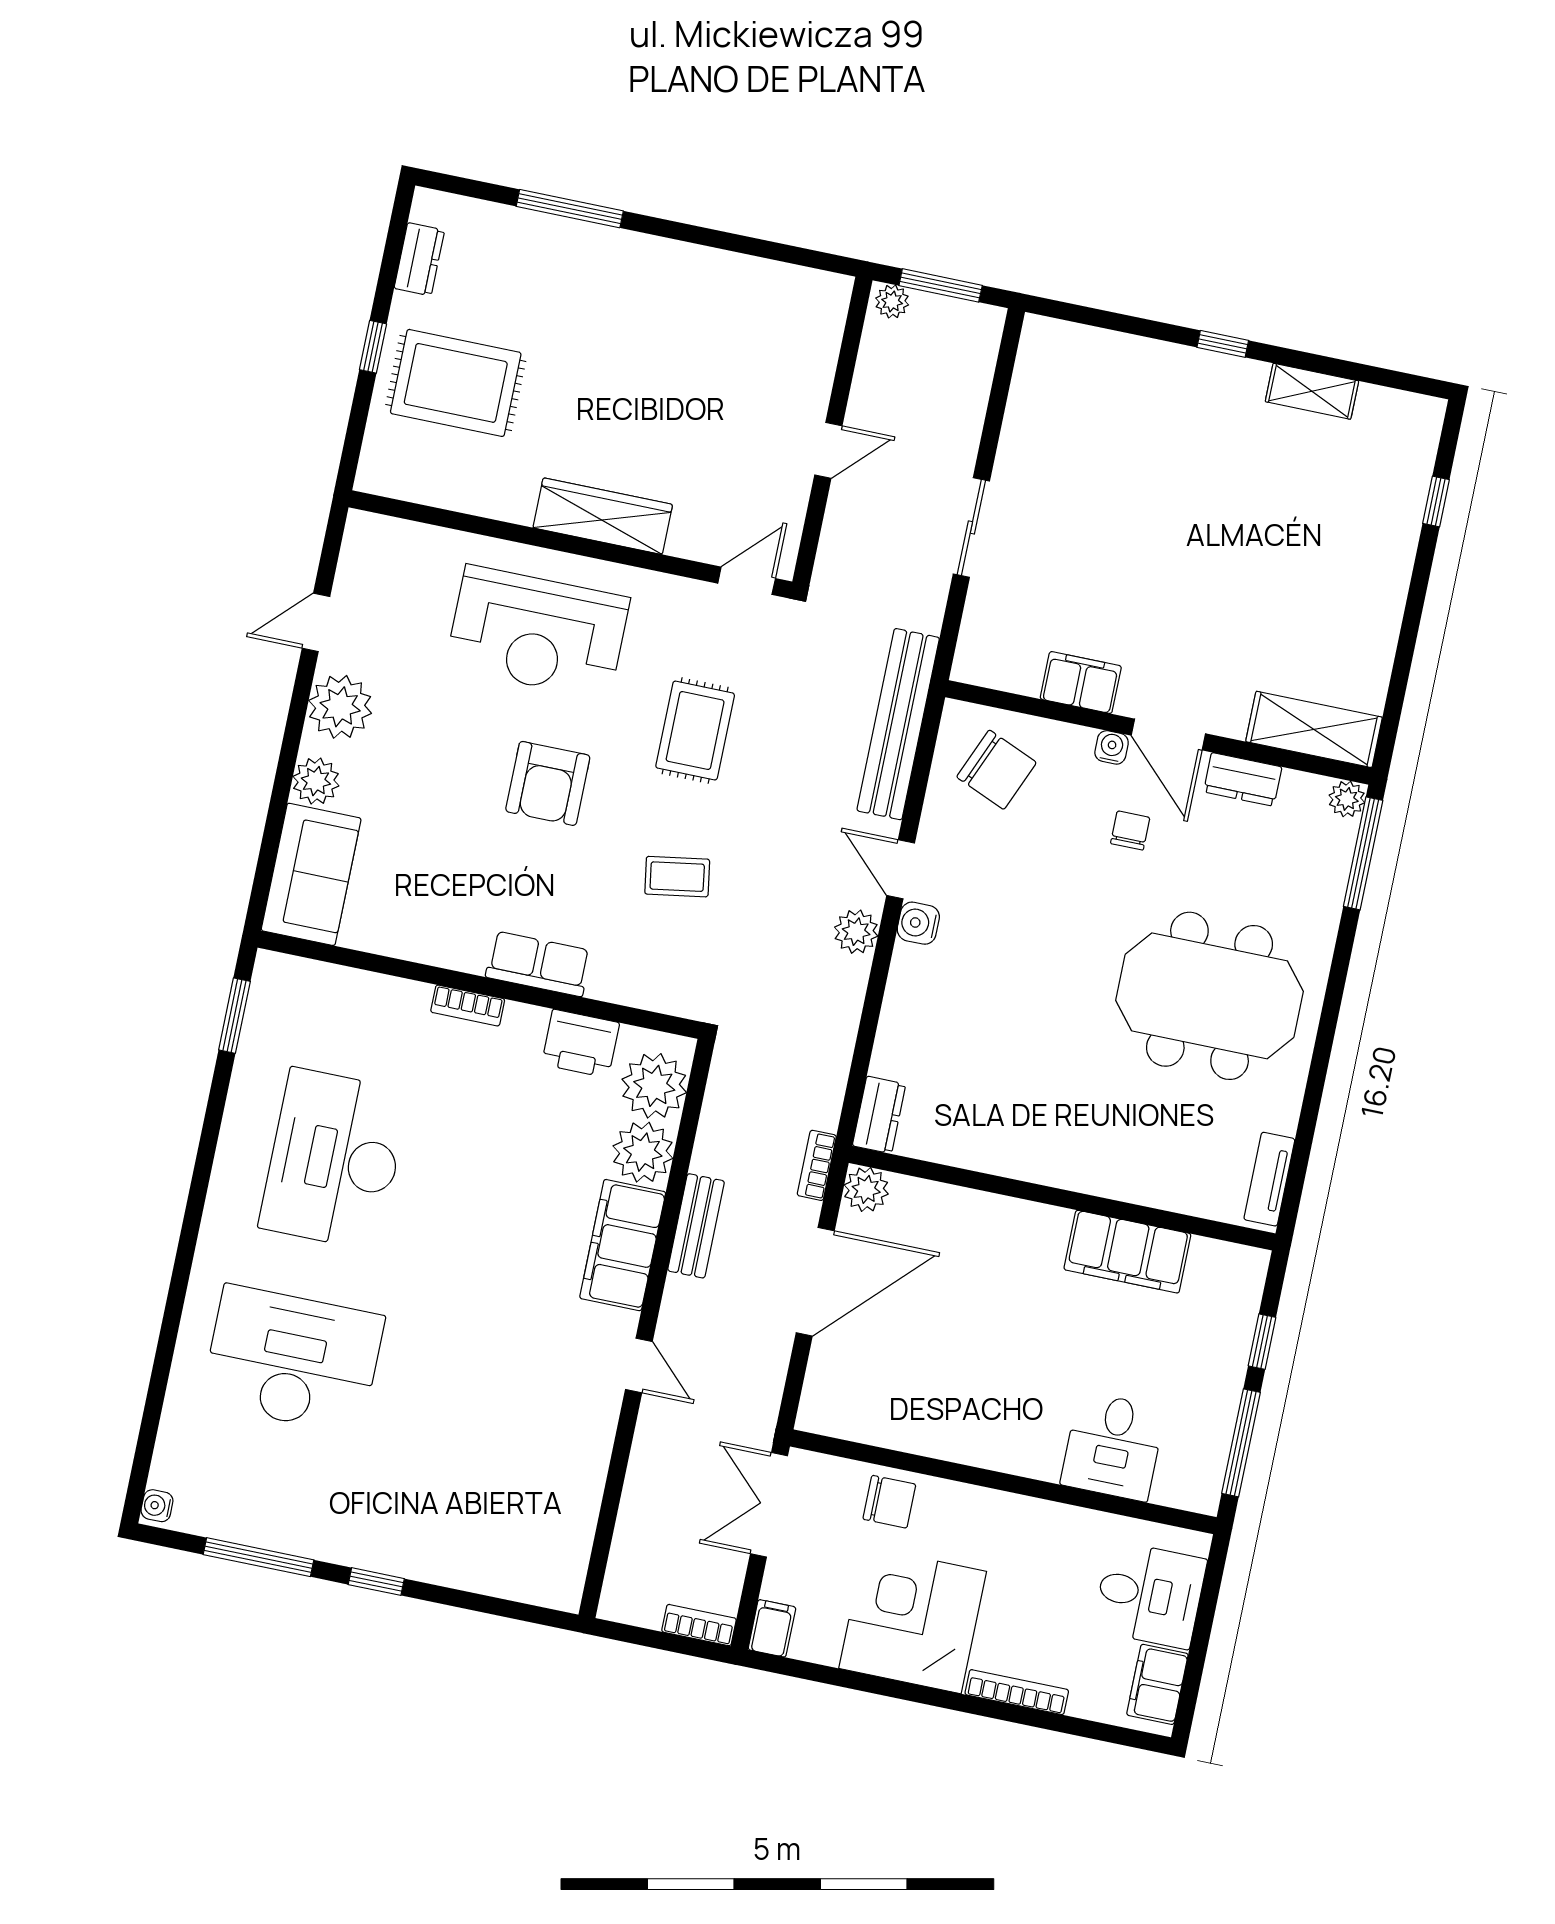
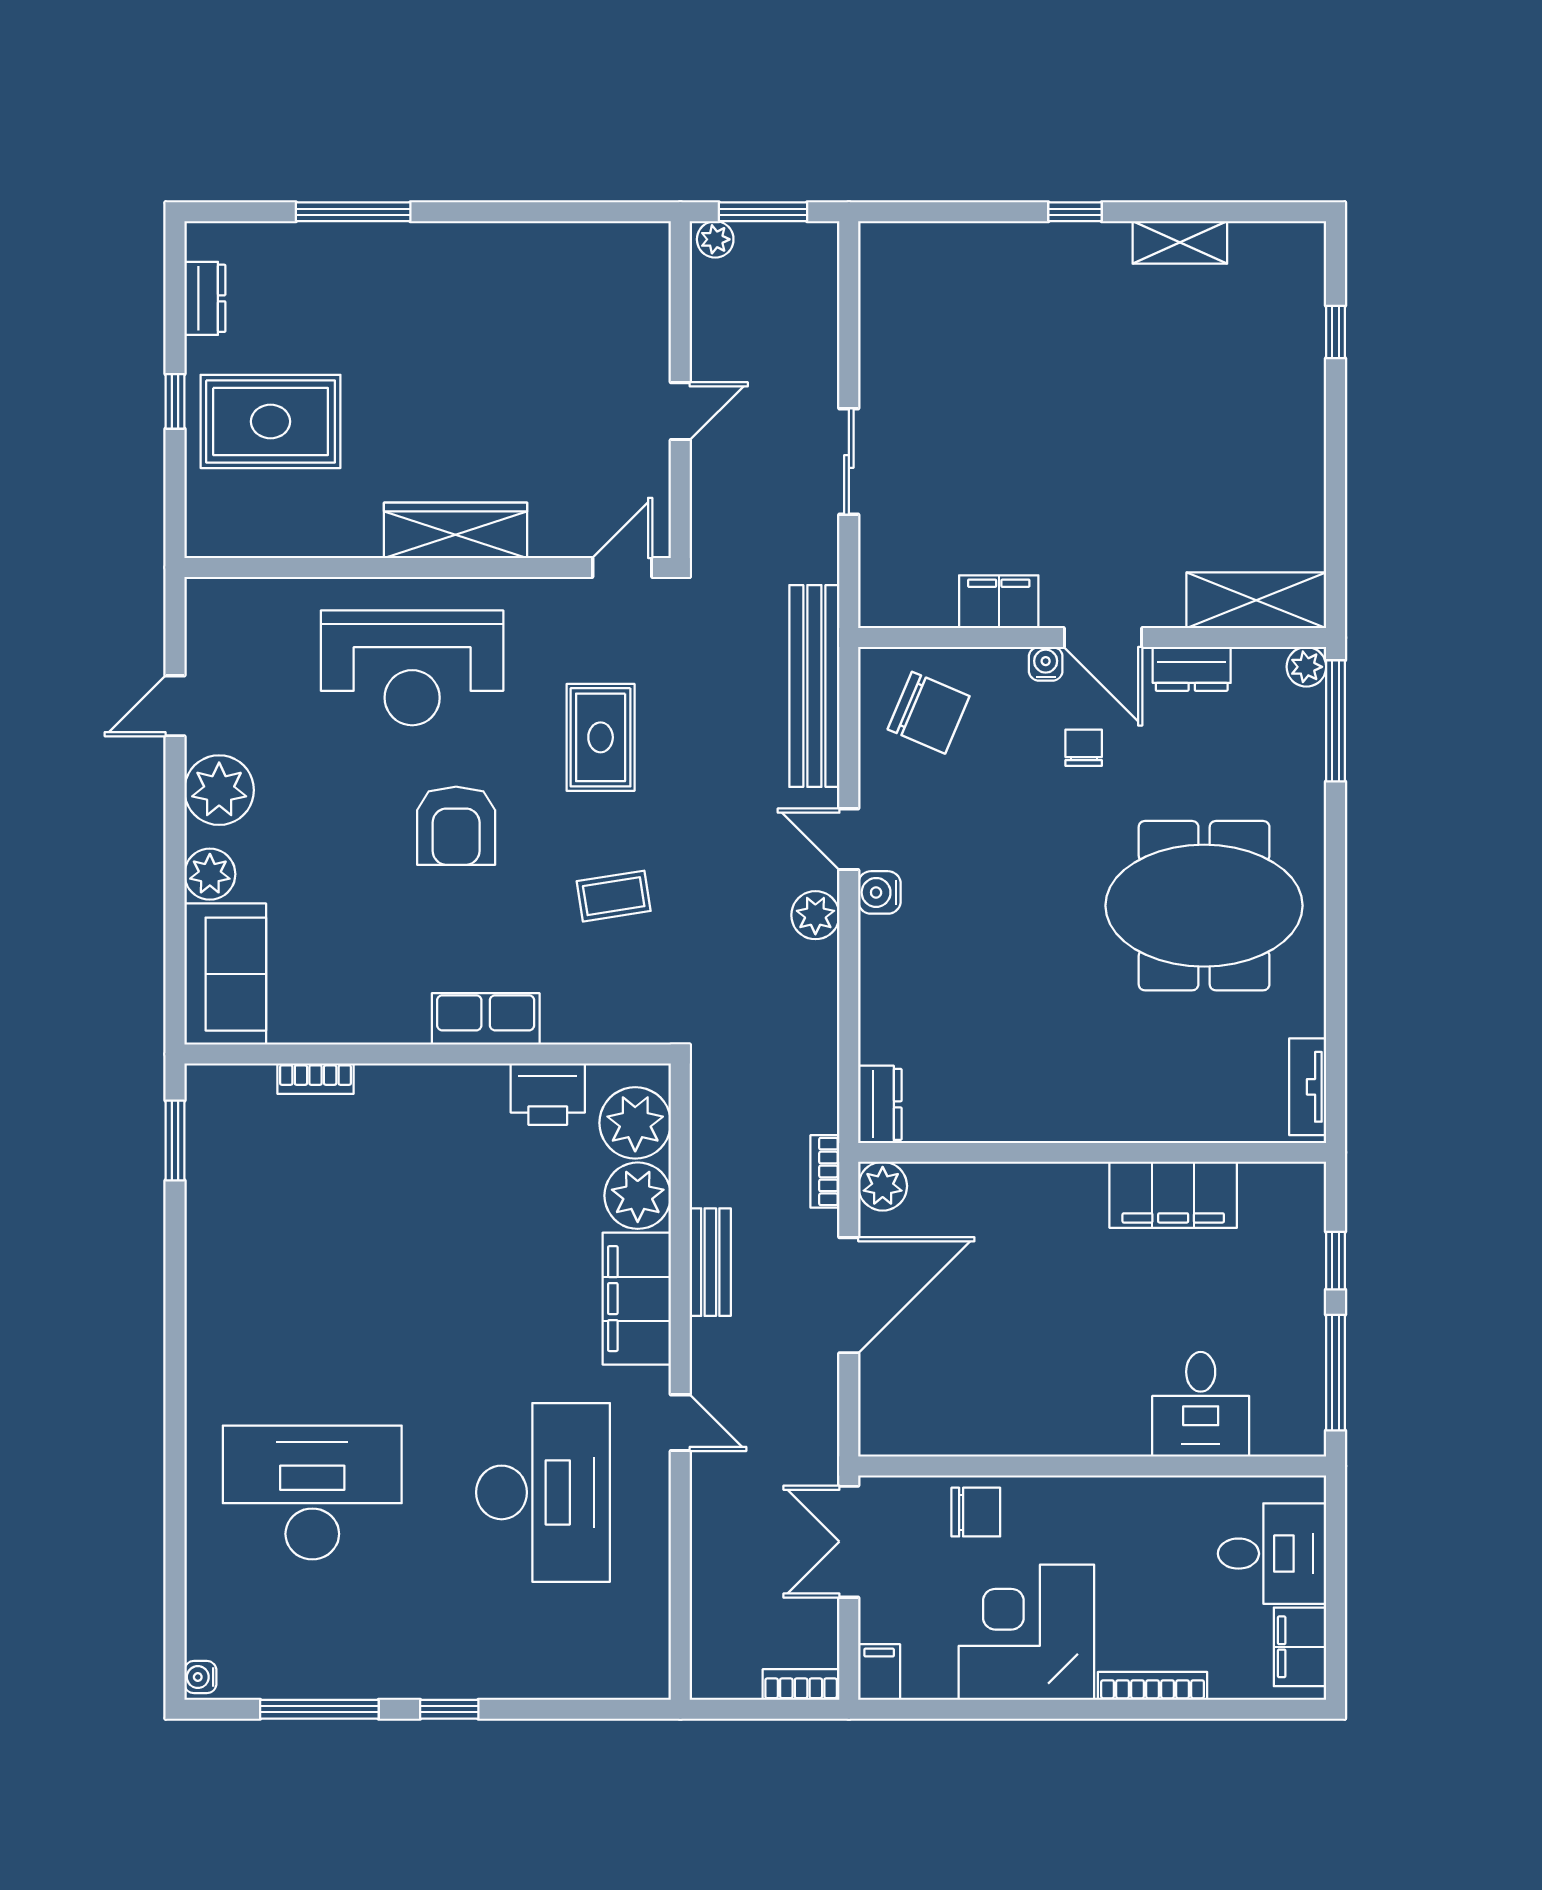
bookcase: (468, 1006) -> (316, 1079), moved
desk: (334, 1159) -> (543, 1492), moved, turned 180

